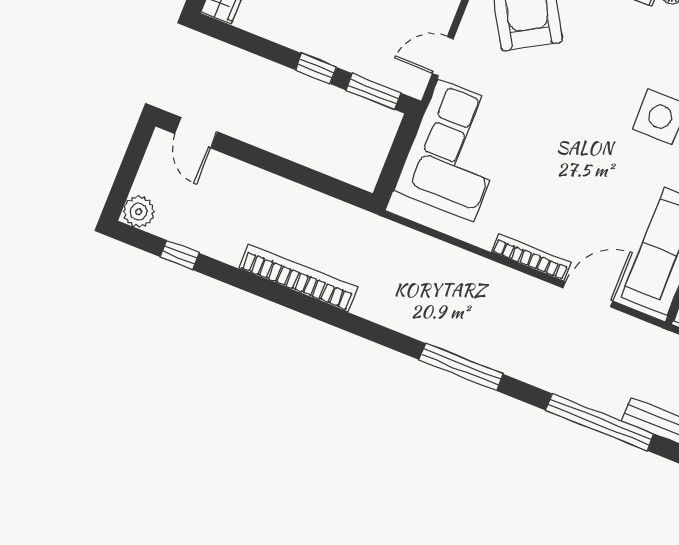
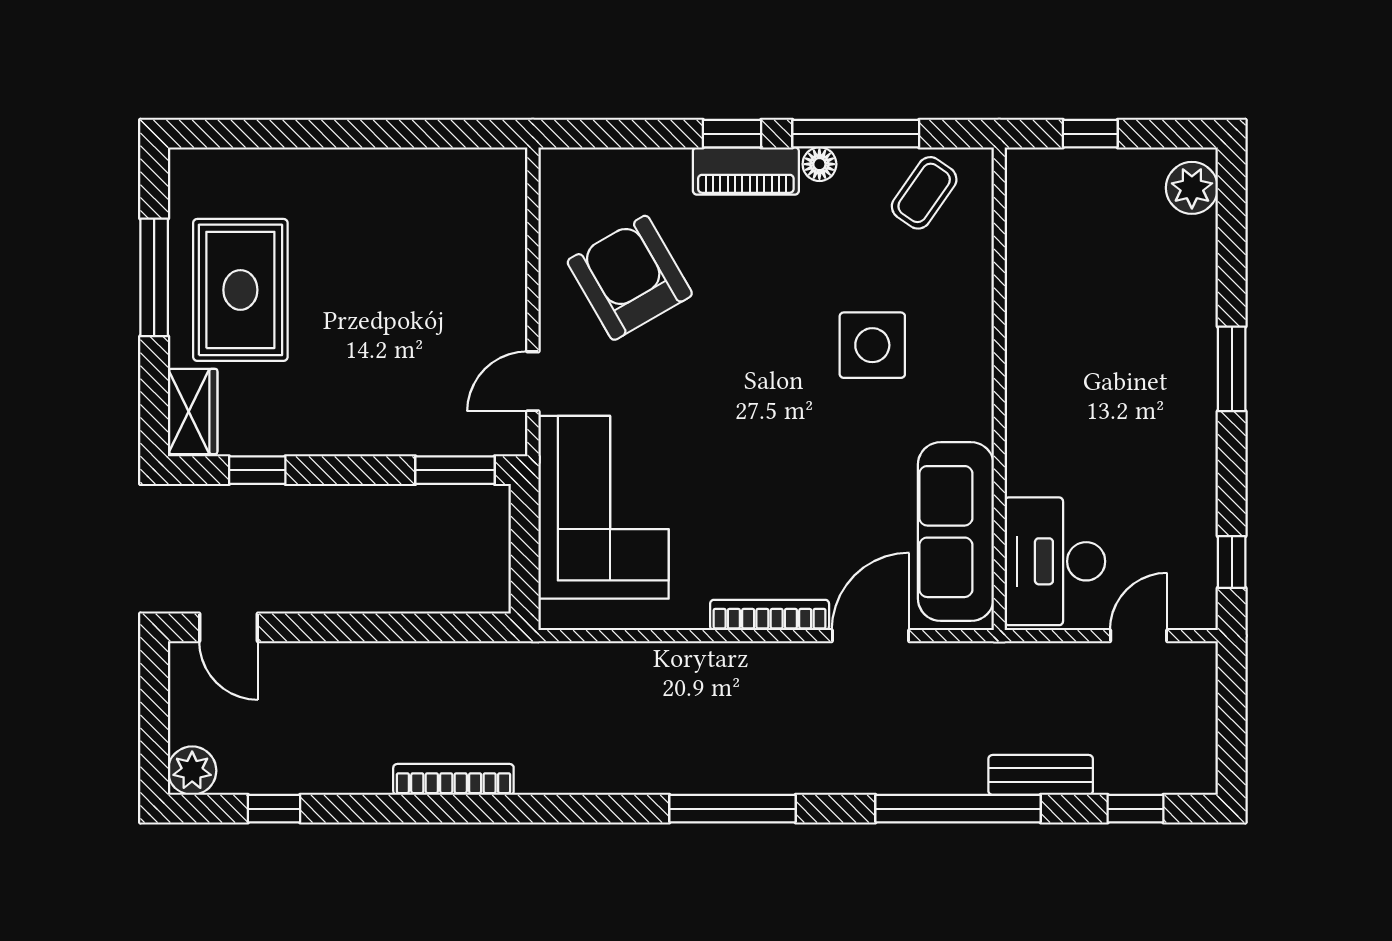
window: (316, 69) -> (257, 470), moved
bookcase: (298, 278) -> (453, 779), width x0.68, depth x0.76

